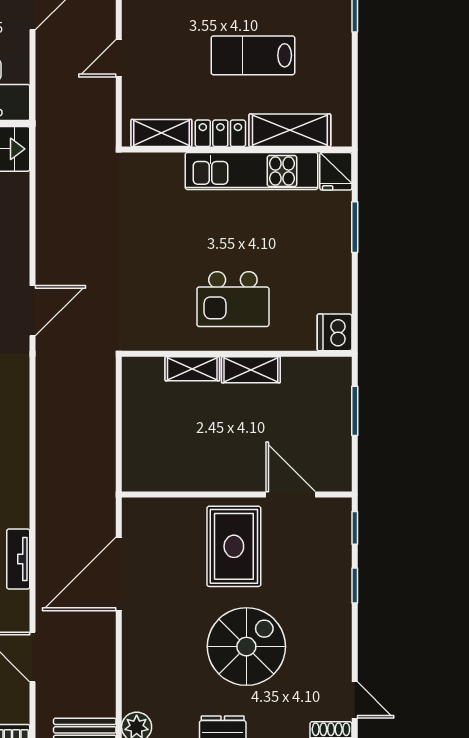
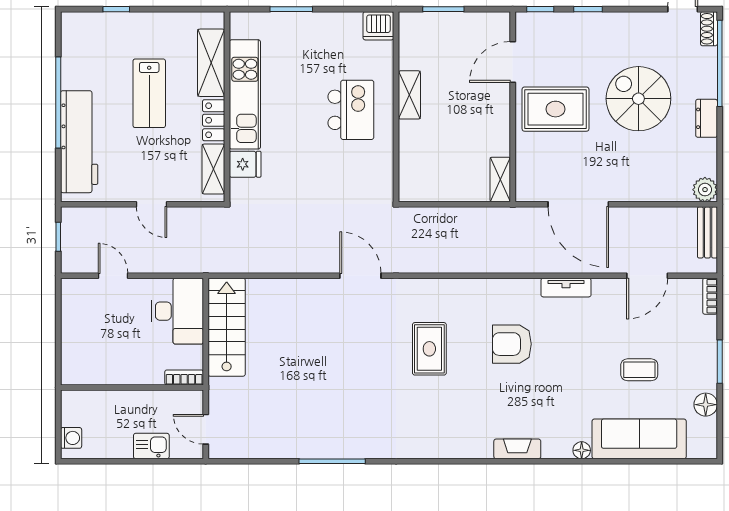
fridge: (336, 171) -> (245, 164), moved
shelving: (192, 369) -> (500, 179), moved

